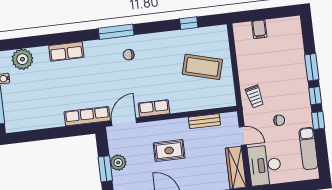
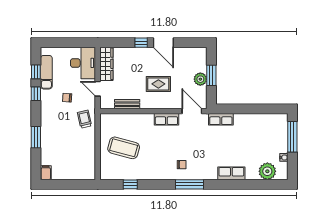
filing cabinet: (259, 29) -> (46, 173), moved
window: (315, 96) -> (36, 72), moved
row of seats: (87, 116) -> (221, 119), width x0.68
door: (124, 122) -> (192, 111), swing flipped

